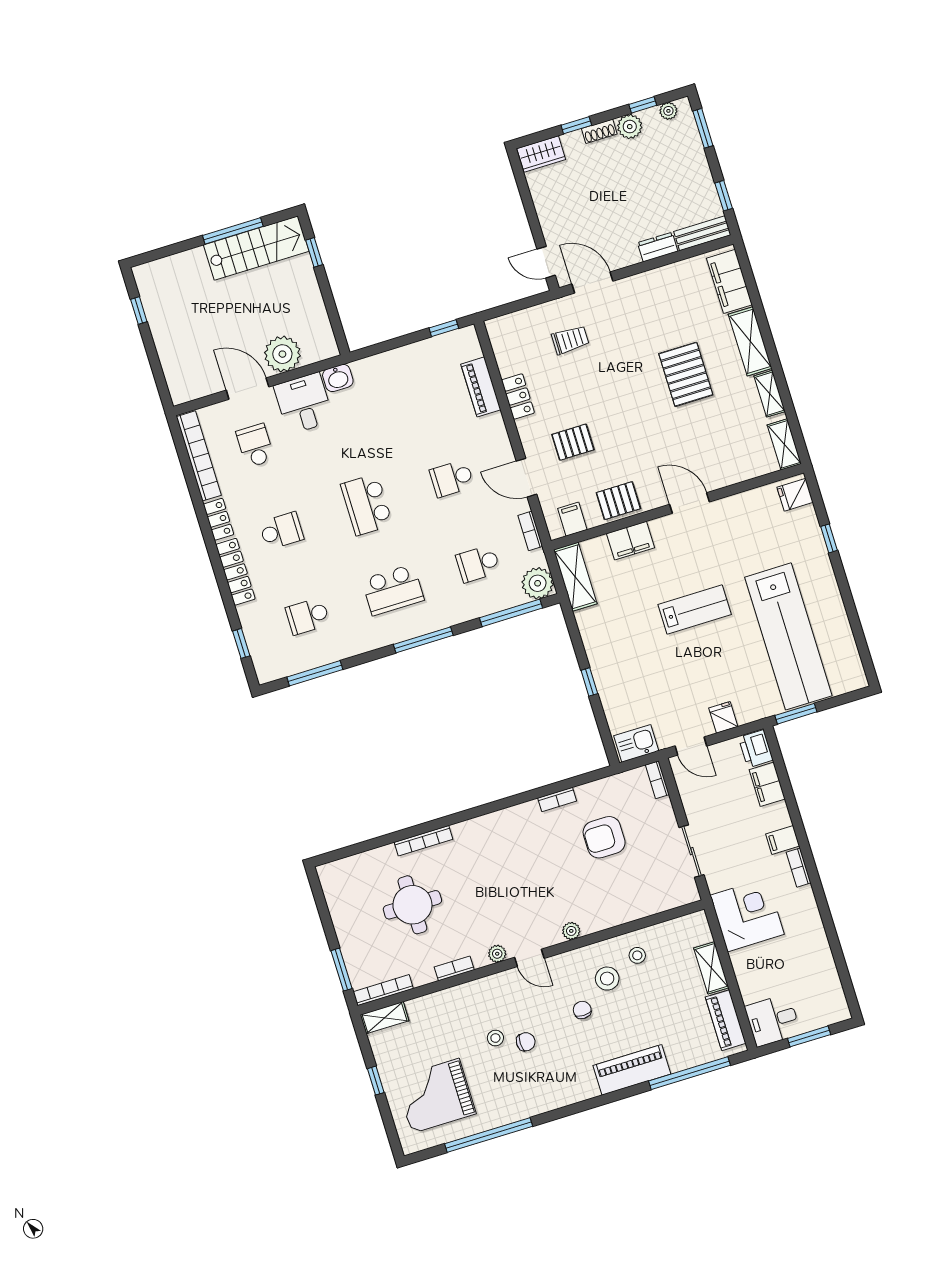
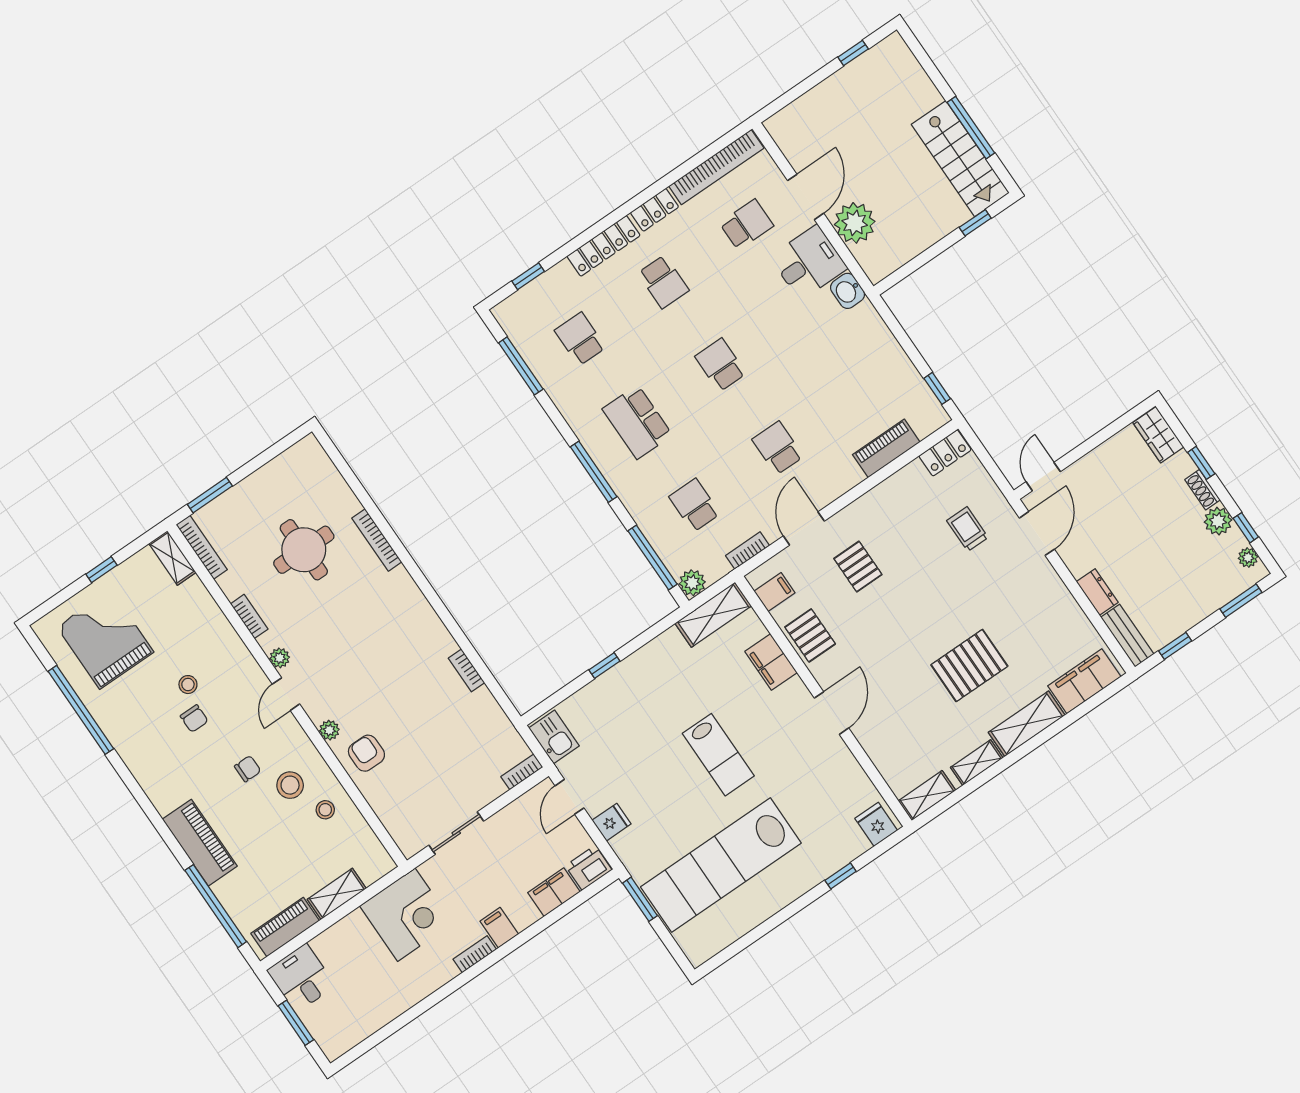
trolley: (570, 340) -> (967, 529), turned 180
locker: (518, 396) -> (945, 453), moved
school desk: (367, 505) -> (721, 365), width x0.54
plant: (538, 583) -> (692, 583), width x0.73, depth x0.73
armchair: (604, 837) -> (366, 753), moved, width x0.72, depth x0.72

